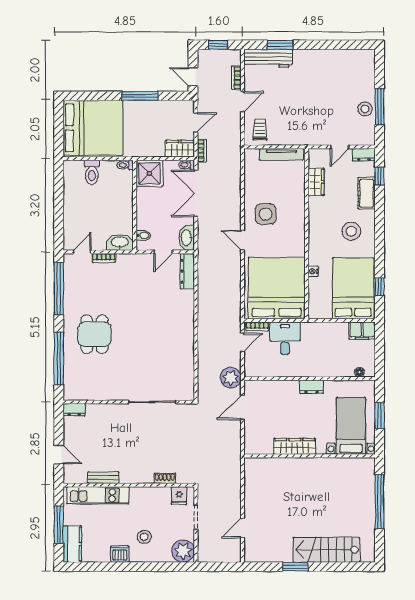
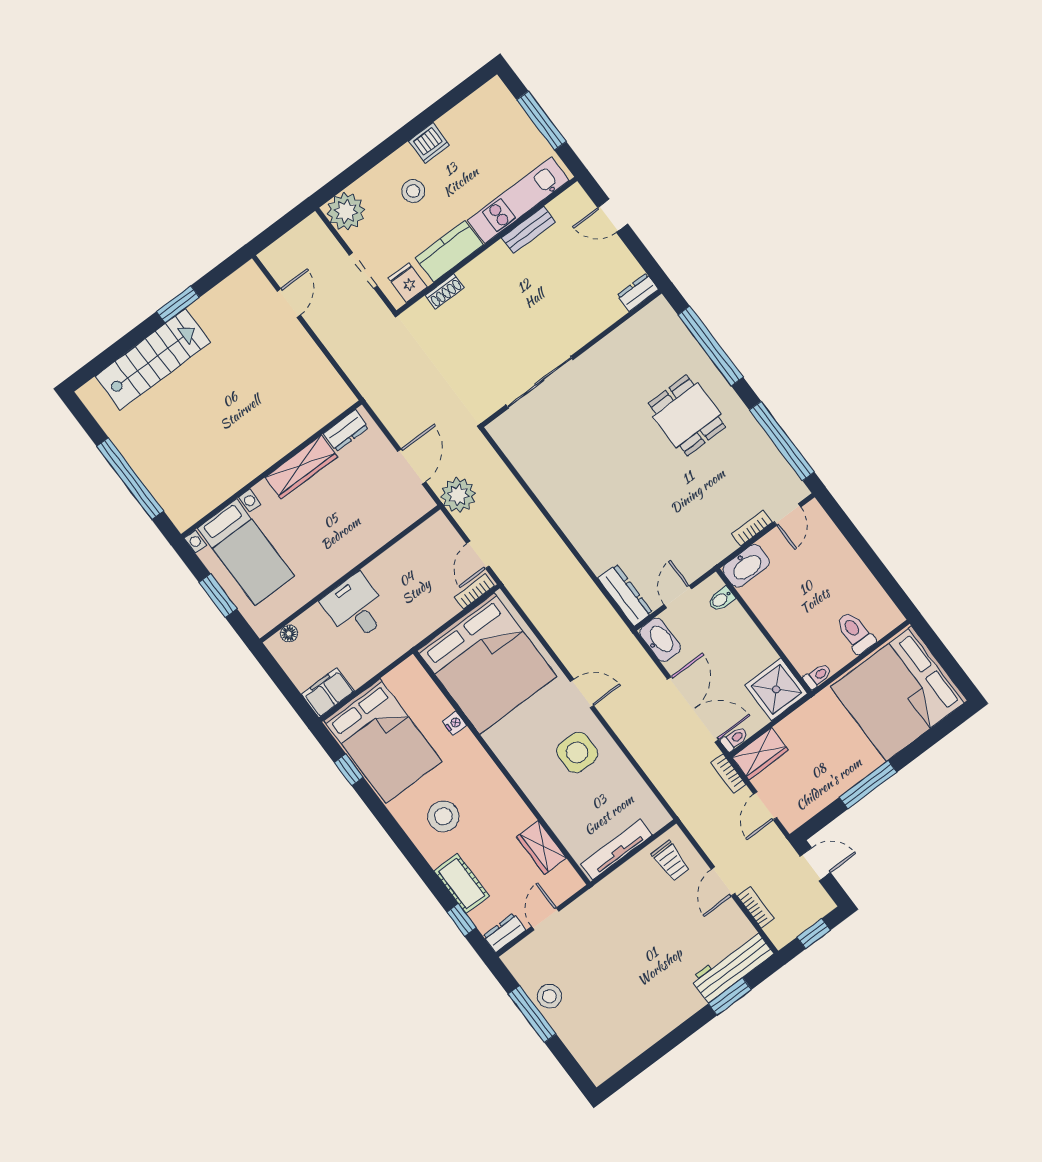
desk: (285, 338) -> (356, 608), moved, turned 180
dresser: (311, 387) -> (346, 431), moved, turned 180
kitchen counter: (72, 544) -> (449, 251), moved, turned 90

